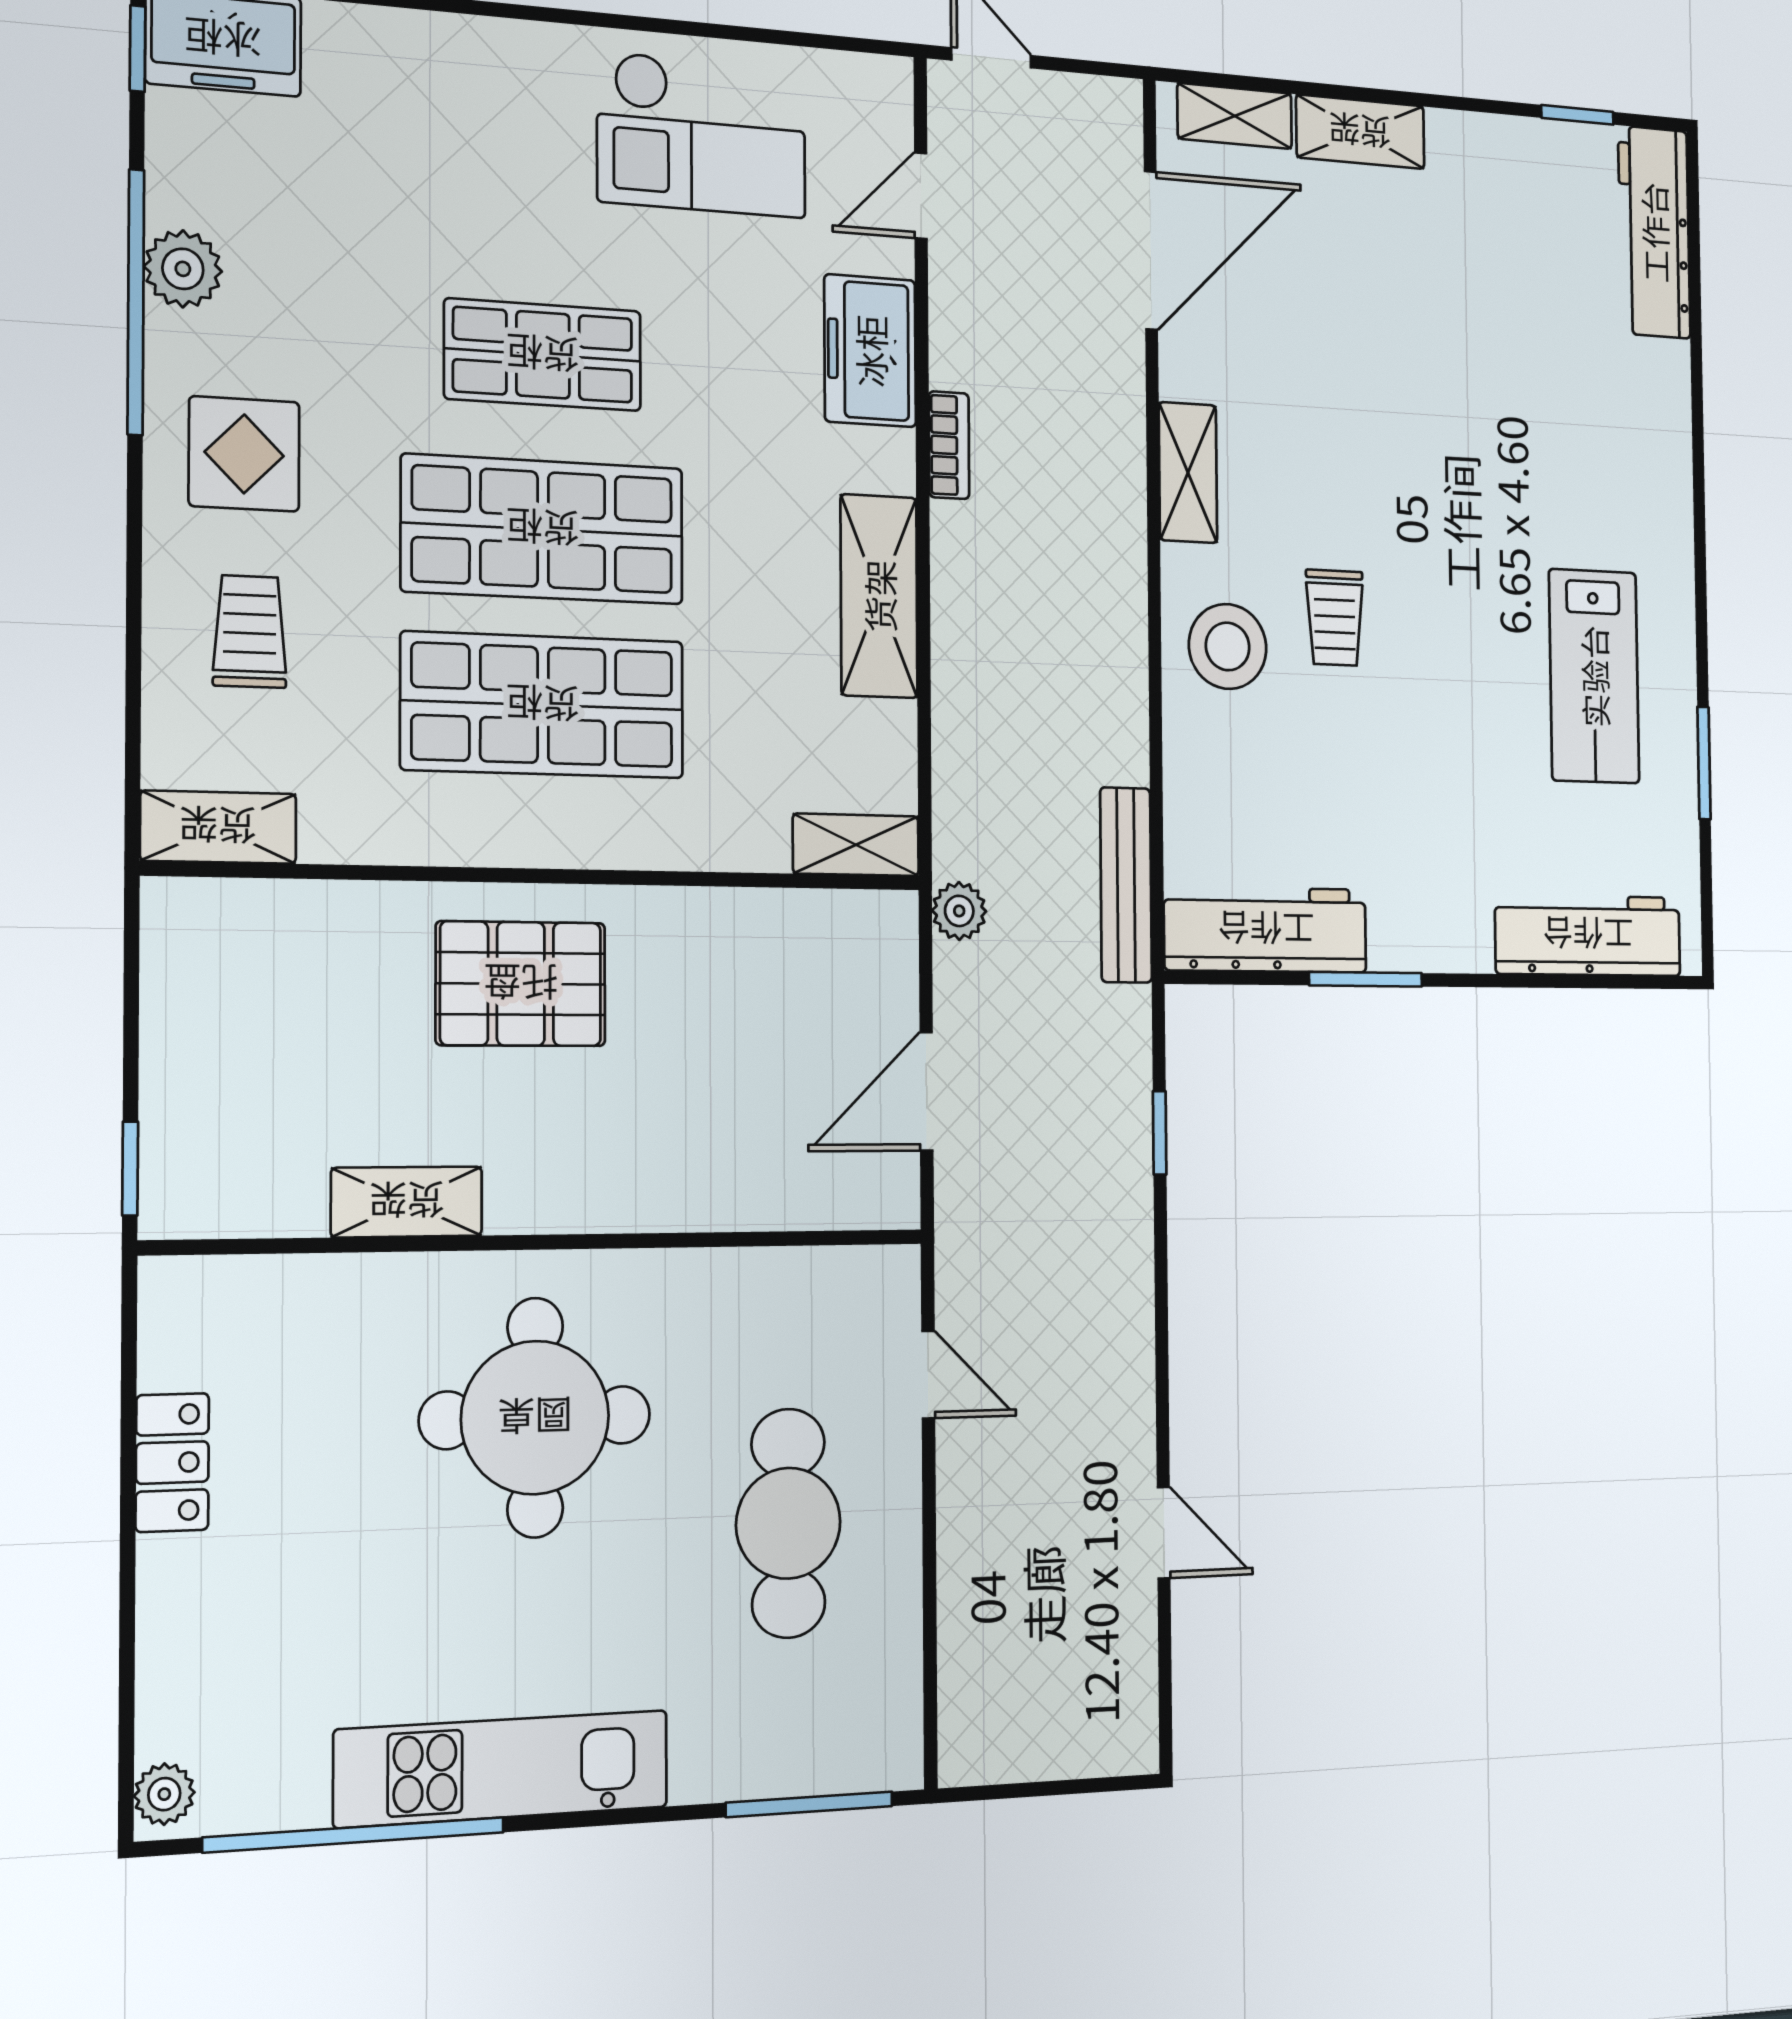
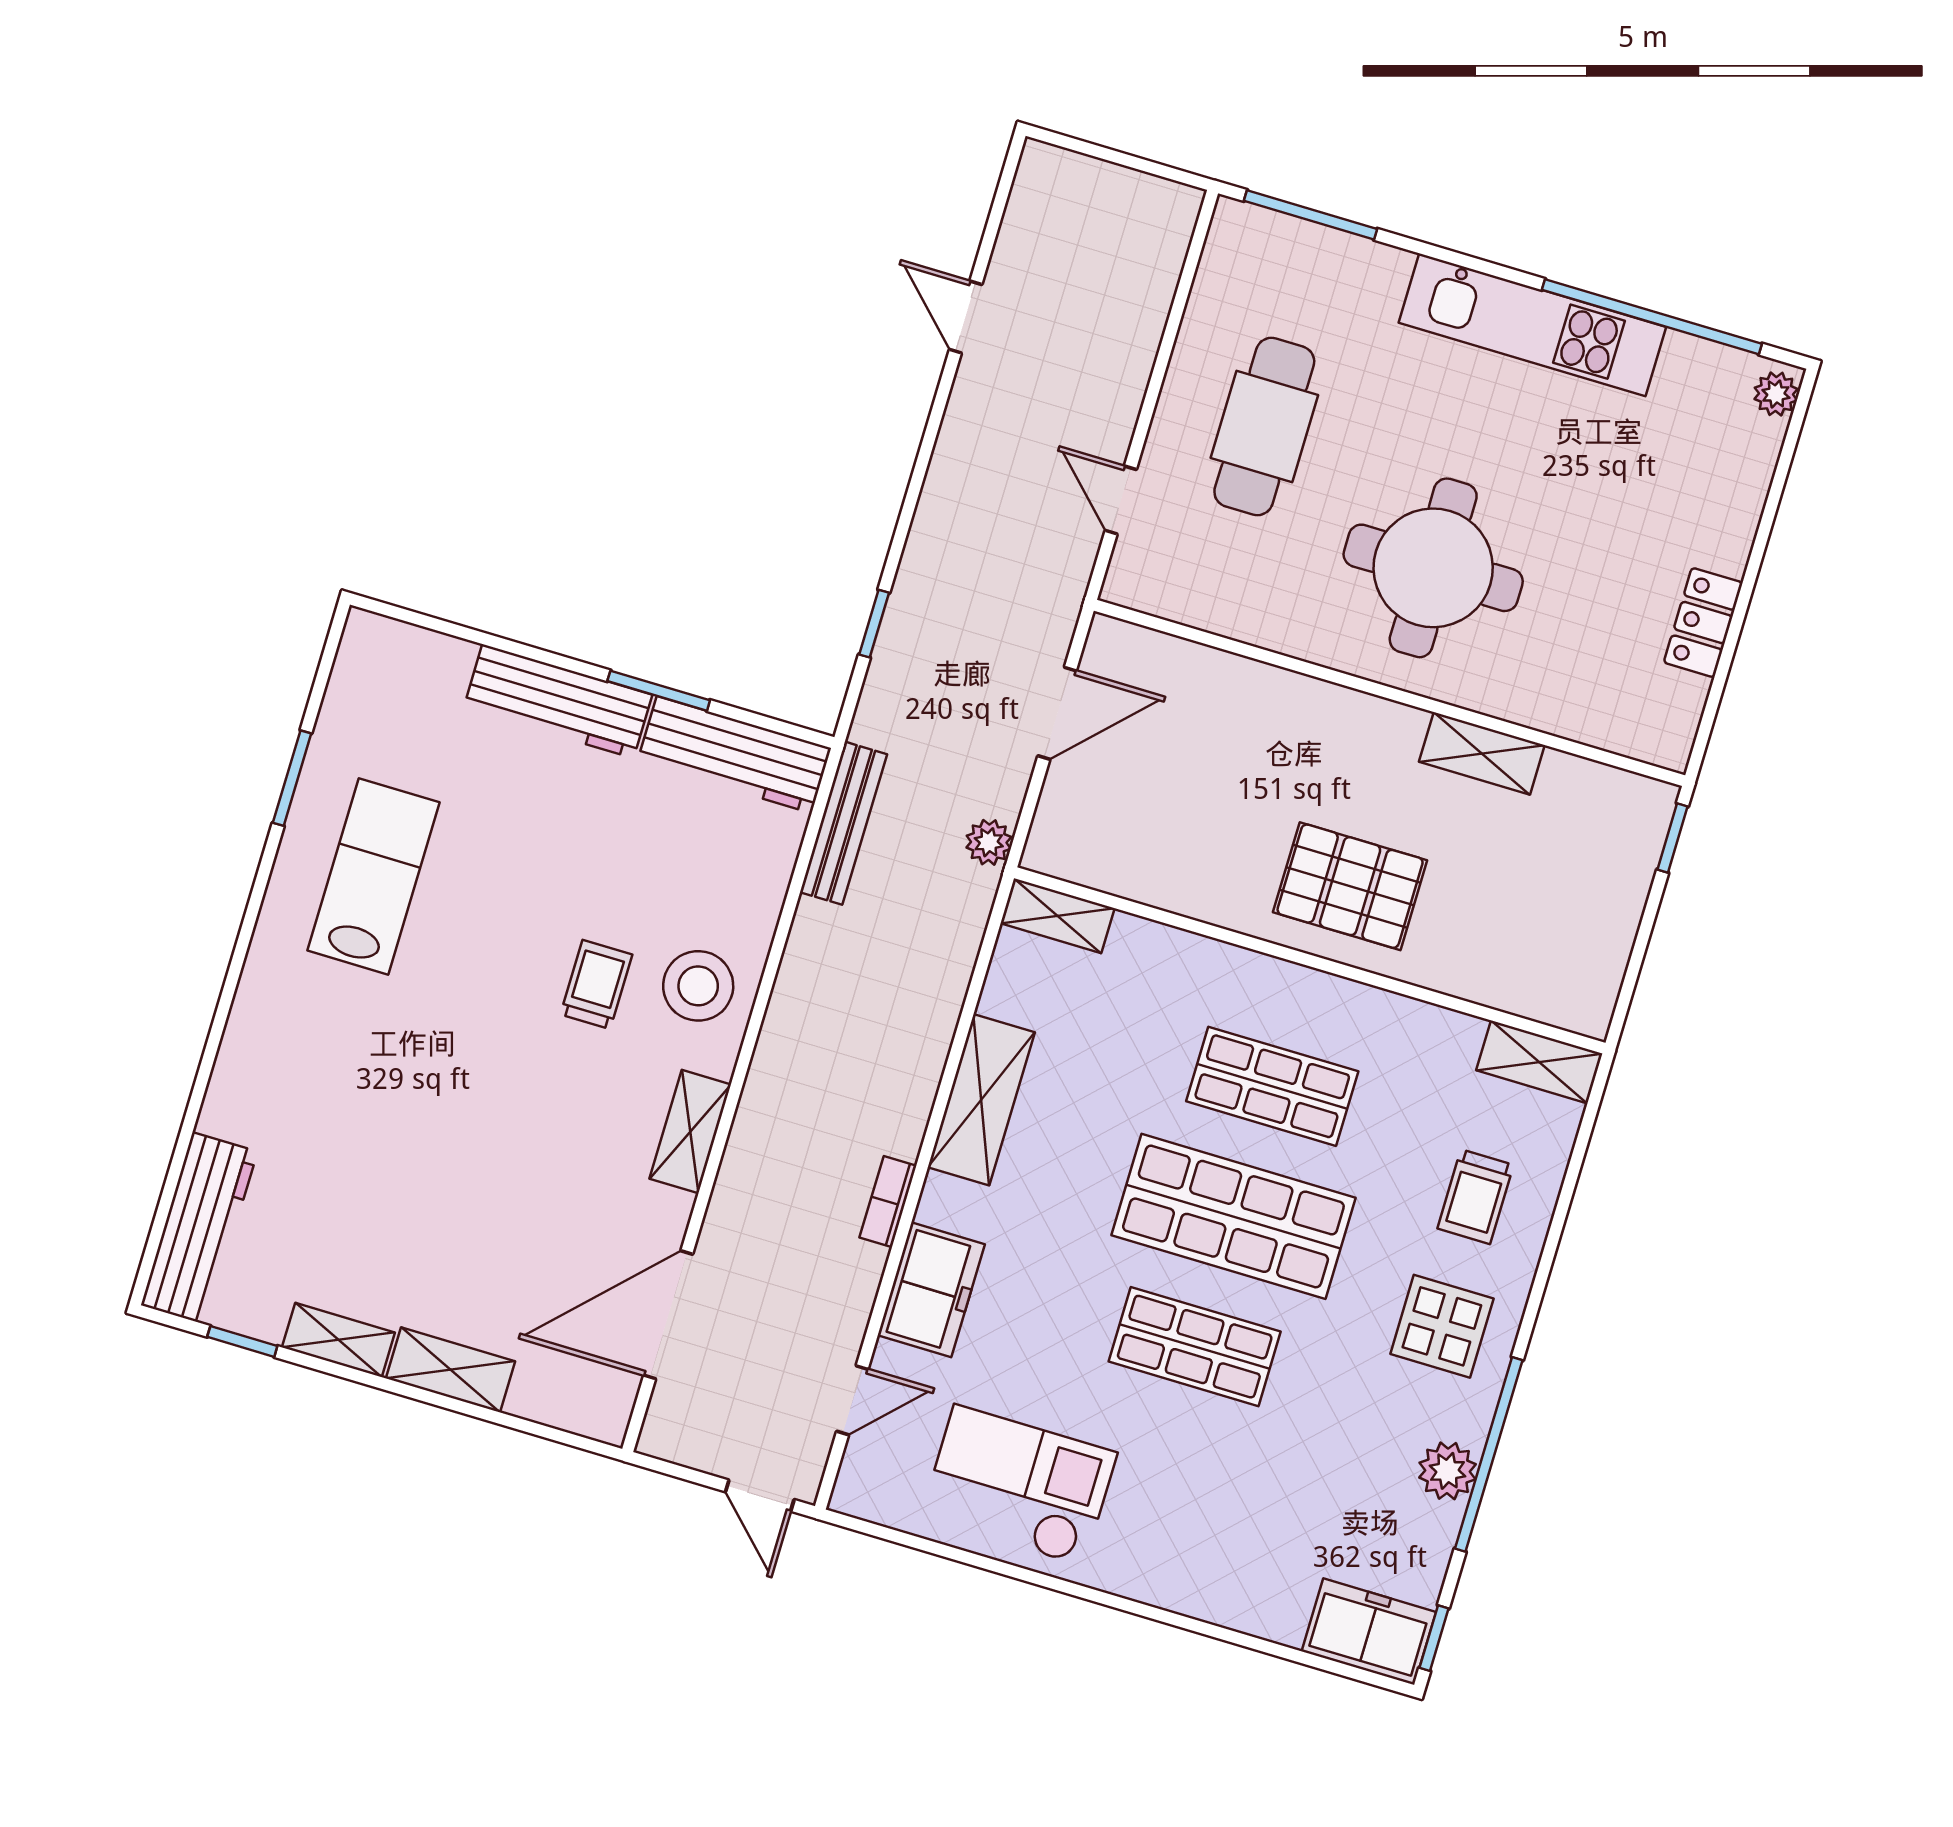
shelving: (1235, 116) -> (338, 1340), moved
shop shelf: (543, 705) -> (1272, 1086), width x0.70, depth x0.74
workbench: (1588, 935) -> (558, 701), moved

